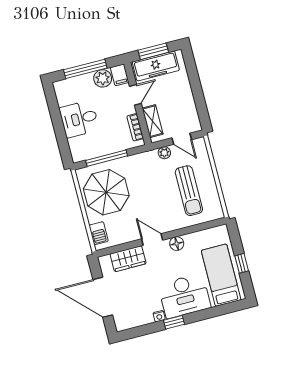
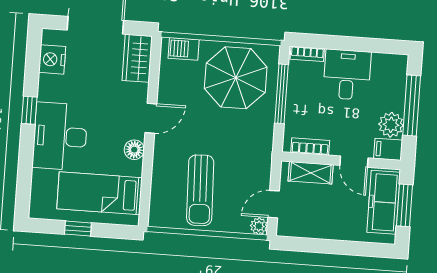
bookcase: (74, 150) -> (307, 54), added
plant: (164, 153) -> (259, 226), moved
sun lounger: (189, 191) -> (200, 190), turned -92
wardrobe: (128, 259) -> (137, 58), moved
bed: (221, 275) -> (99, 193), moved, turned 180
nightstand: (159, 316) -> (52, 59), moved, width x1.89, depth x1.79

